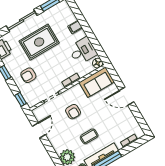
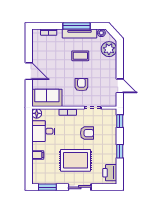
sliding door: (22, 21) -> (80, 187), width x0.73
armchair: (28, 75) -> (87, 133), moved
door: (39, 130) -> (120, 86), swing flipped

